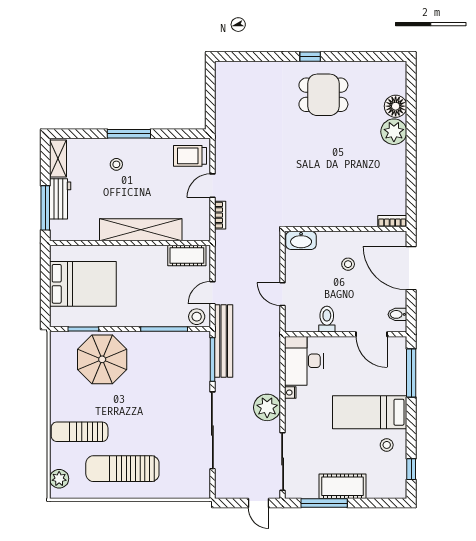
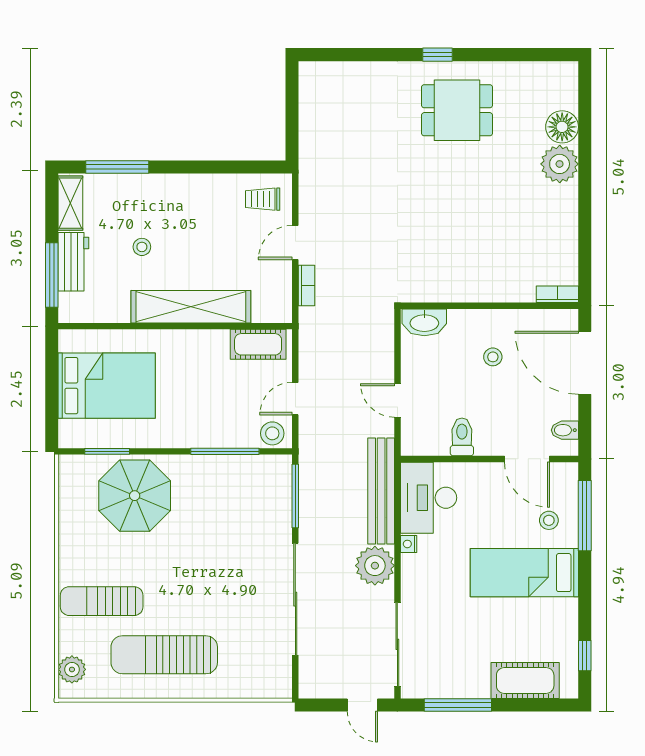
window: (129, 134) -> (117, 167), moved
trolley: (190, 156) -> (263, 199), width x0.73, depth x0.72
stool: (116, 164) -> (142, 247), moved
bench: (224, 341) -> (381, 491), moved
stool: (387, 445) -> (549, 520), moved
cot: (342, 486) -> (525, 680), moved

